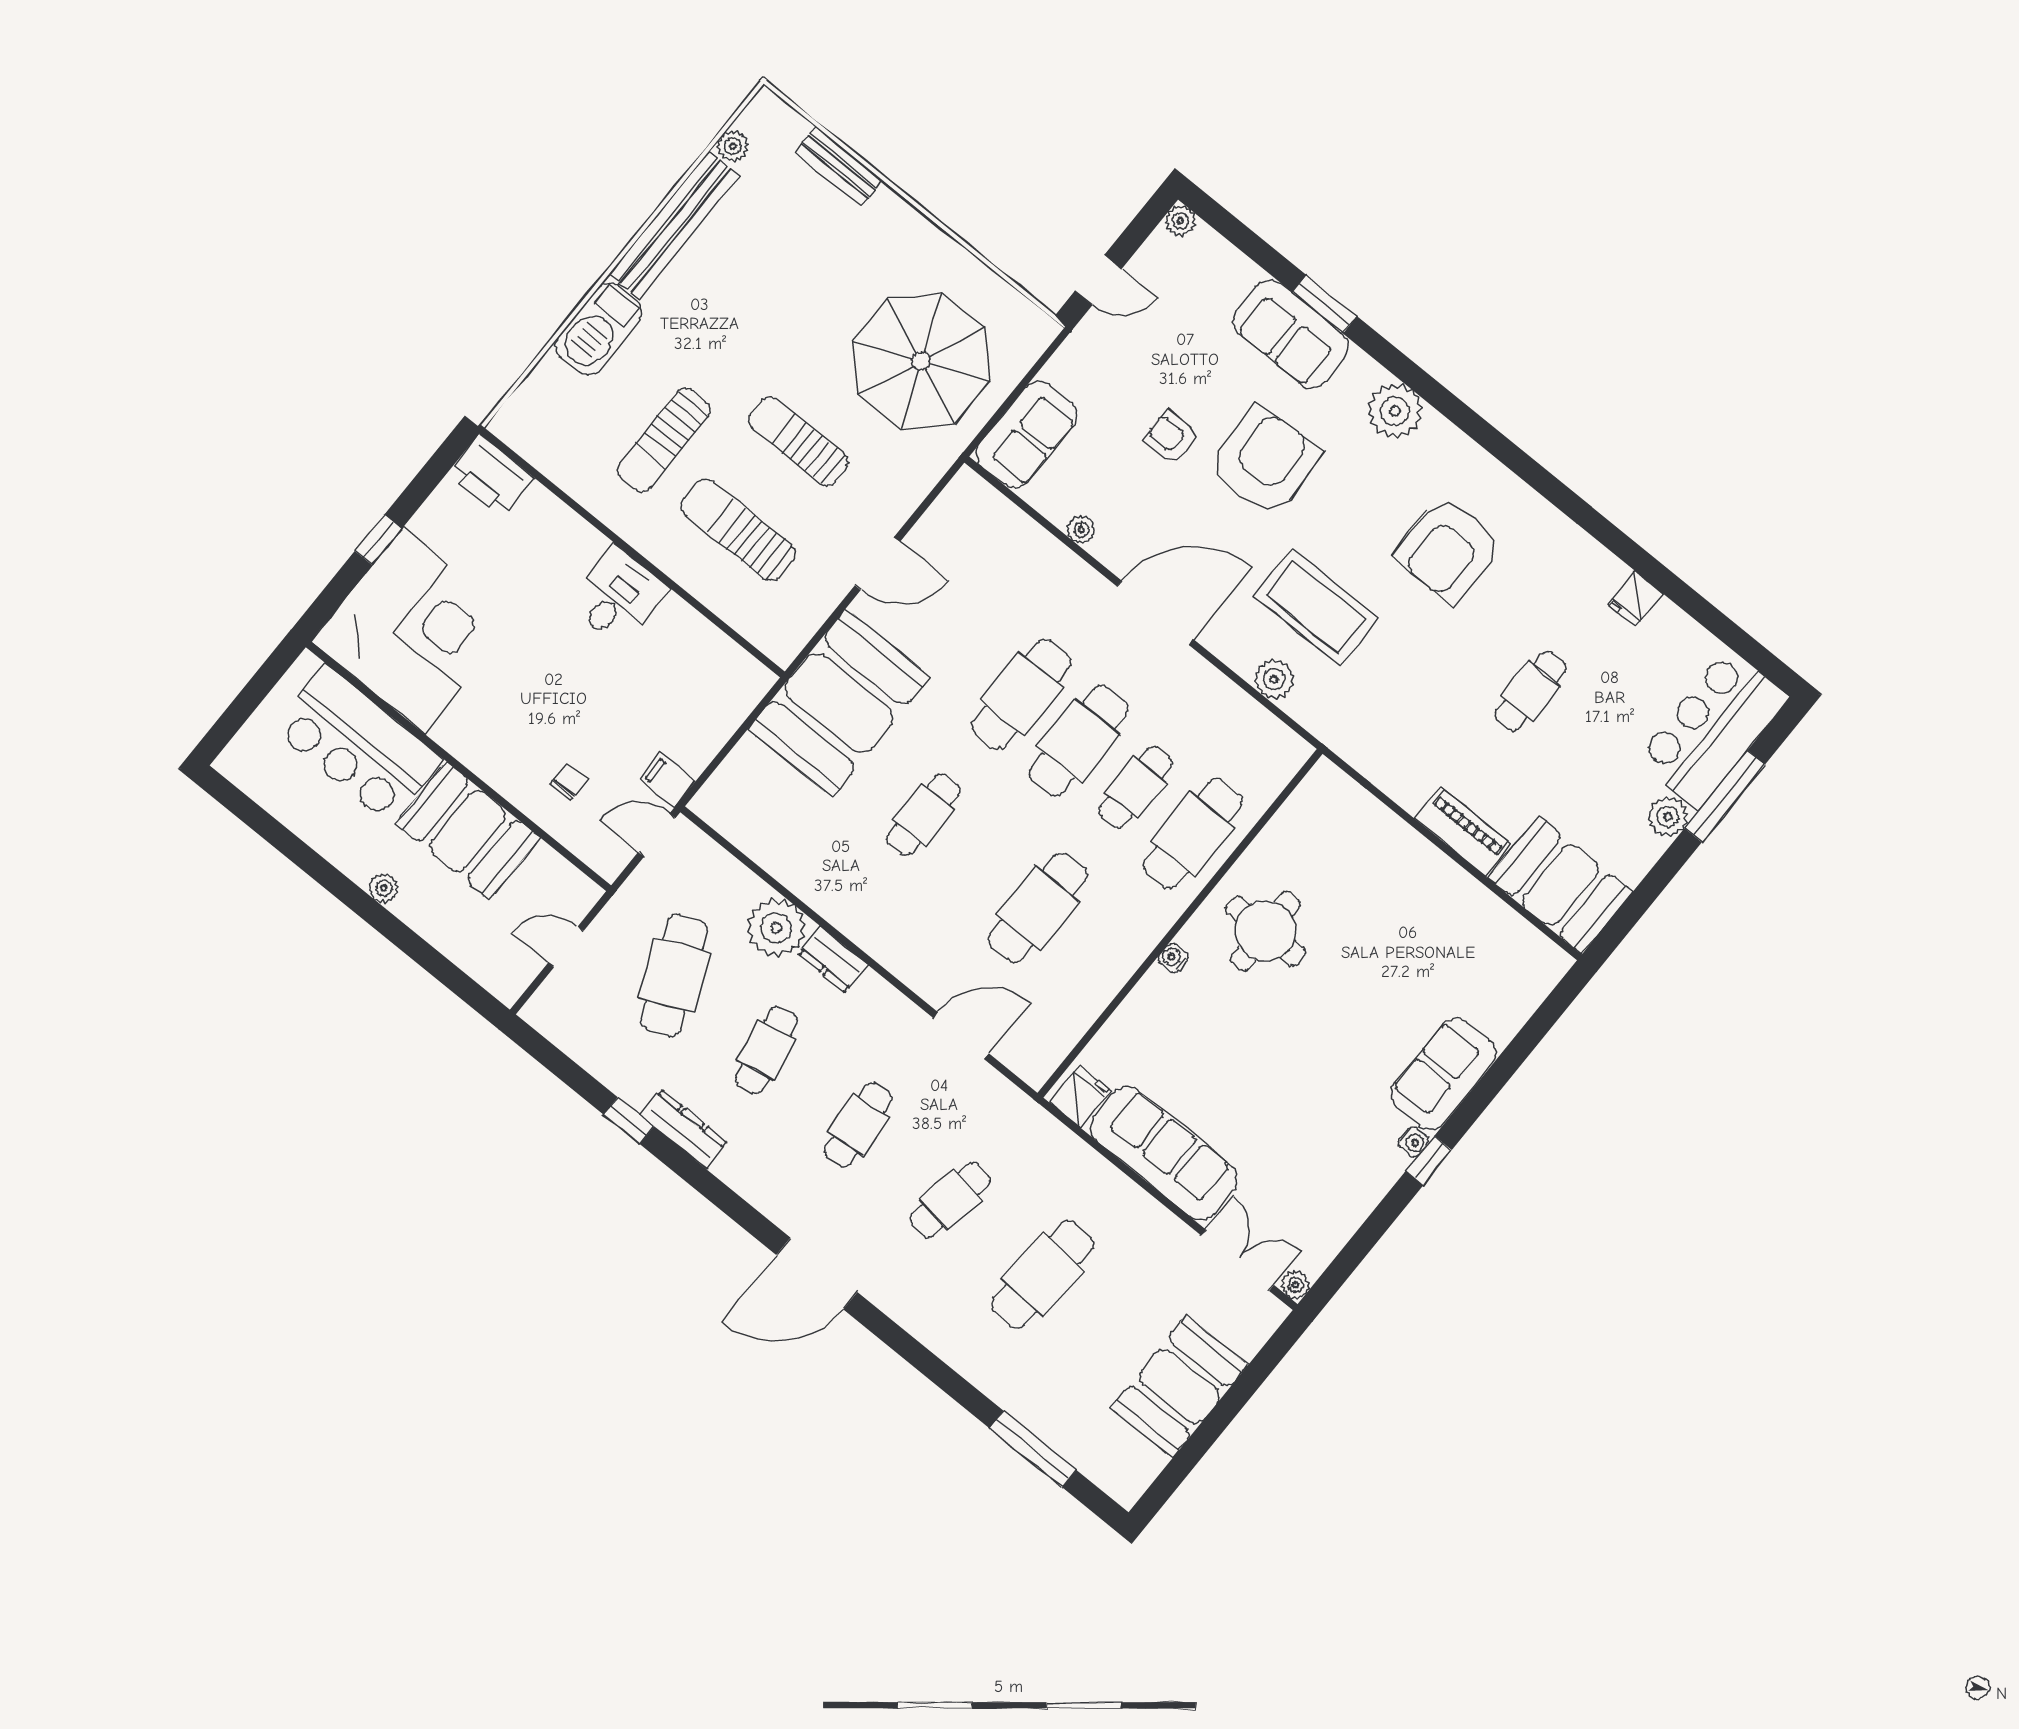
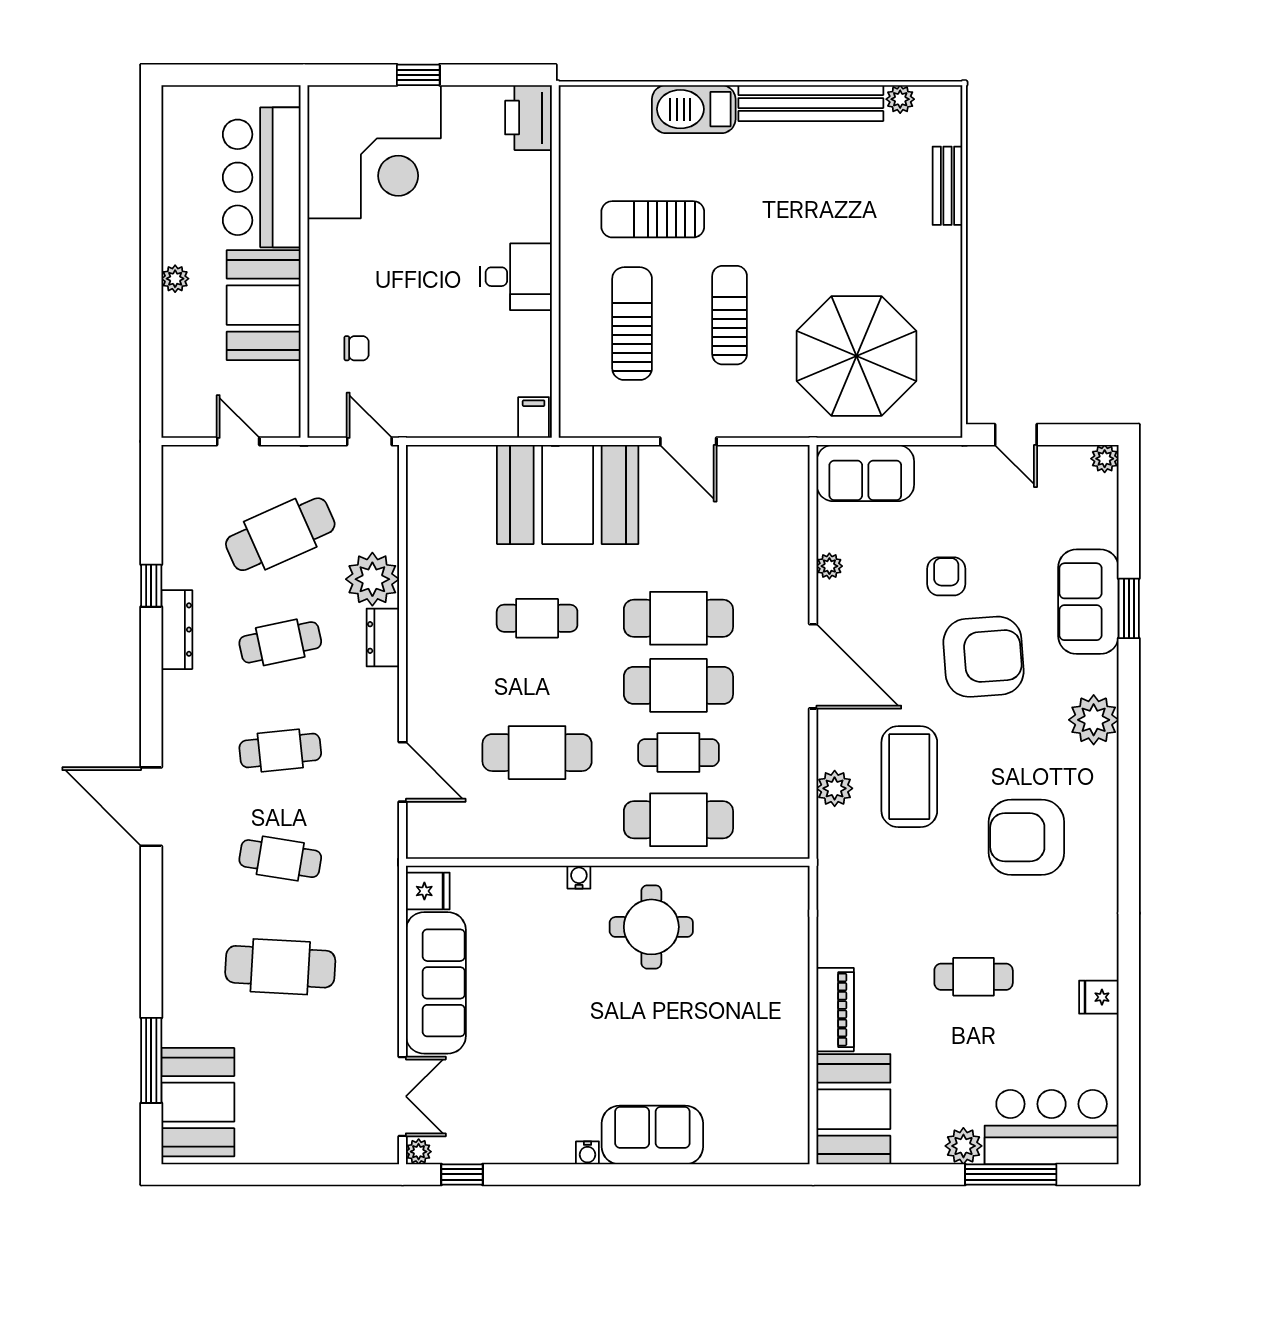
filing cabinet: (668, 780) -> (534, 418), moved
window: (1429, 1161) -> (462, 1174), moved
booth: (1179, 1386) -> (198, 1102), moved, turned 90

